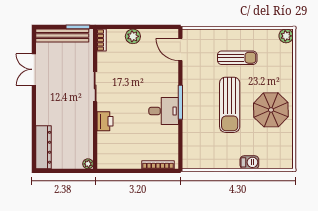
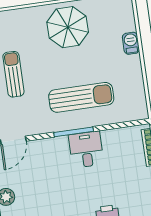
sun lounger: (230, 105) -> (81, 97), moved

